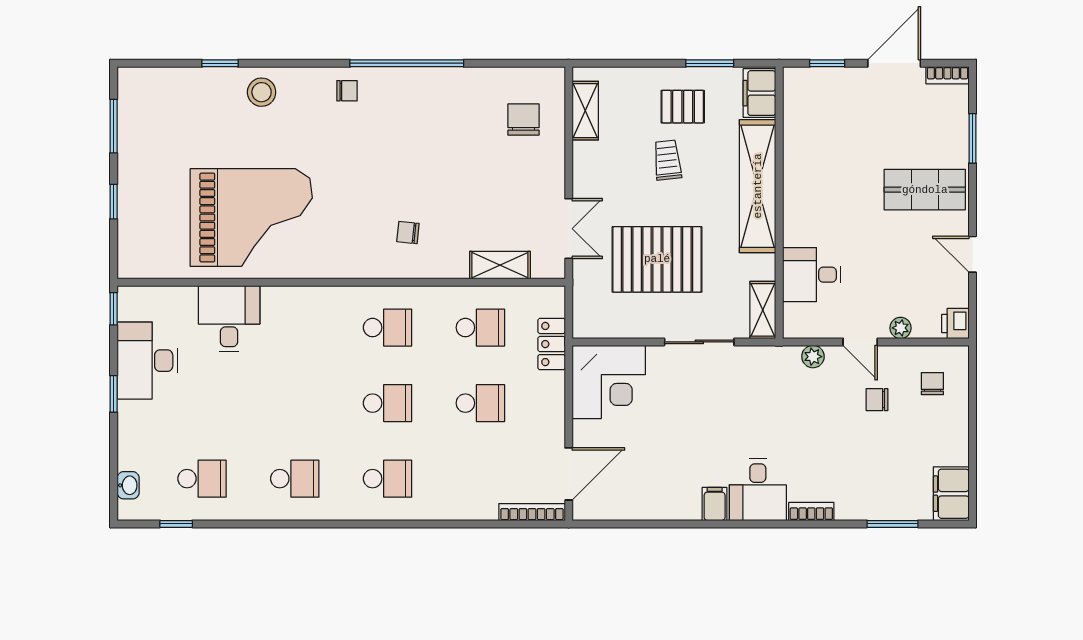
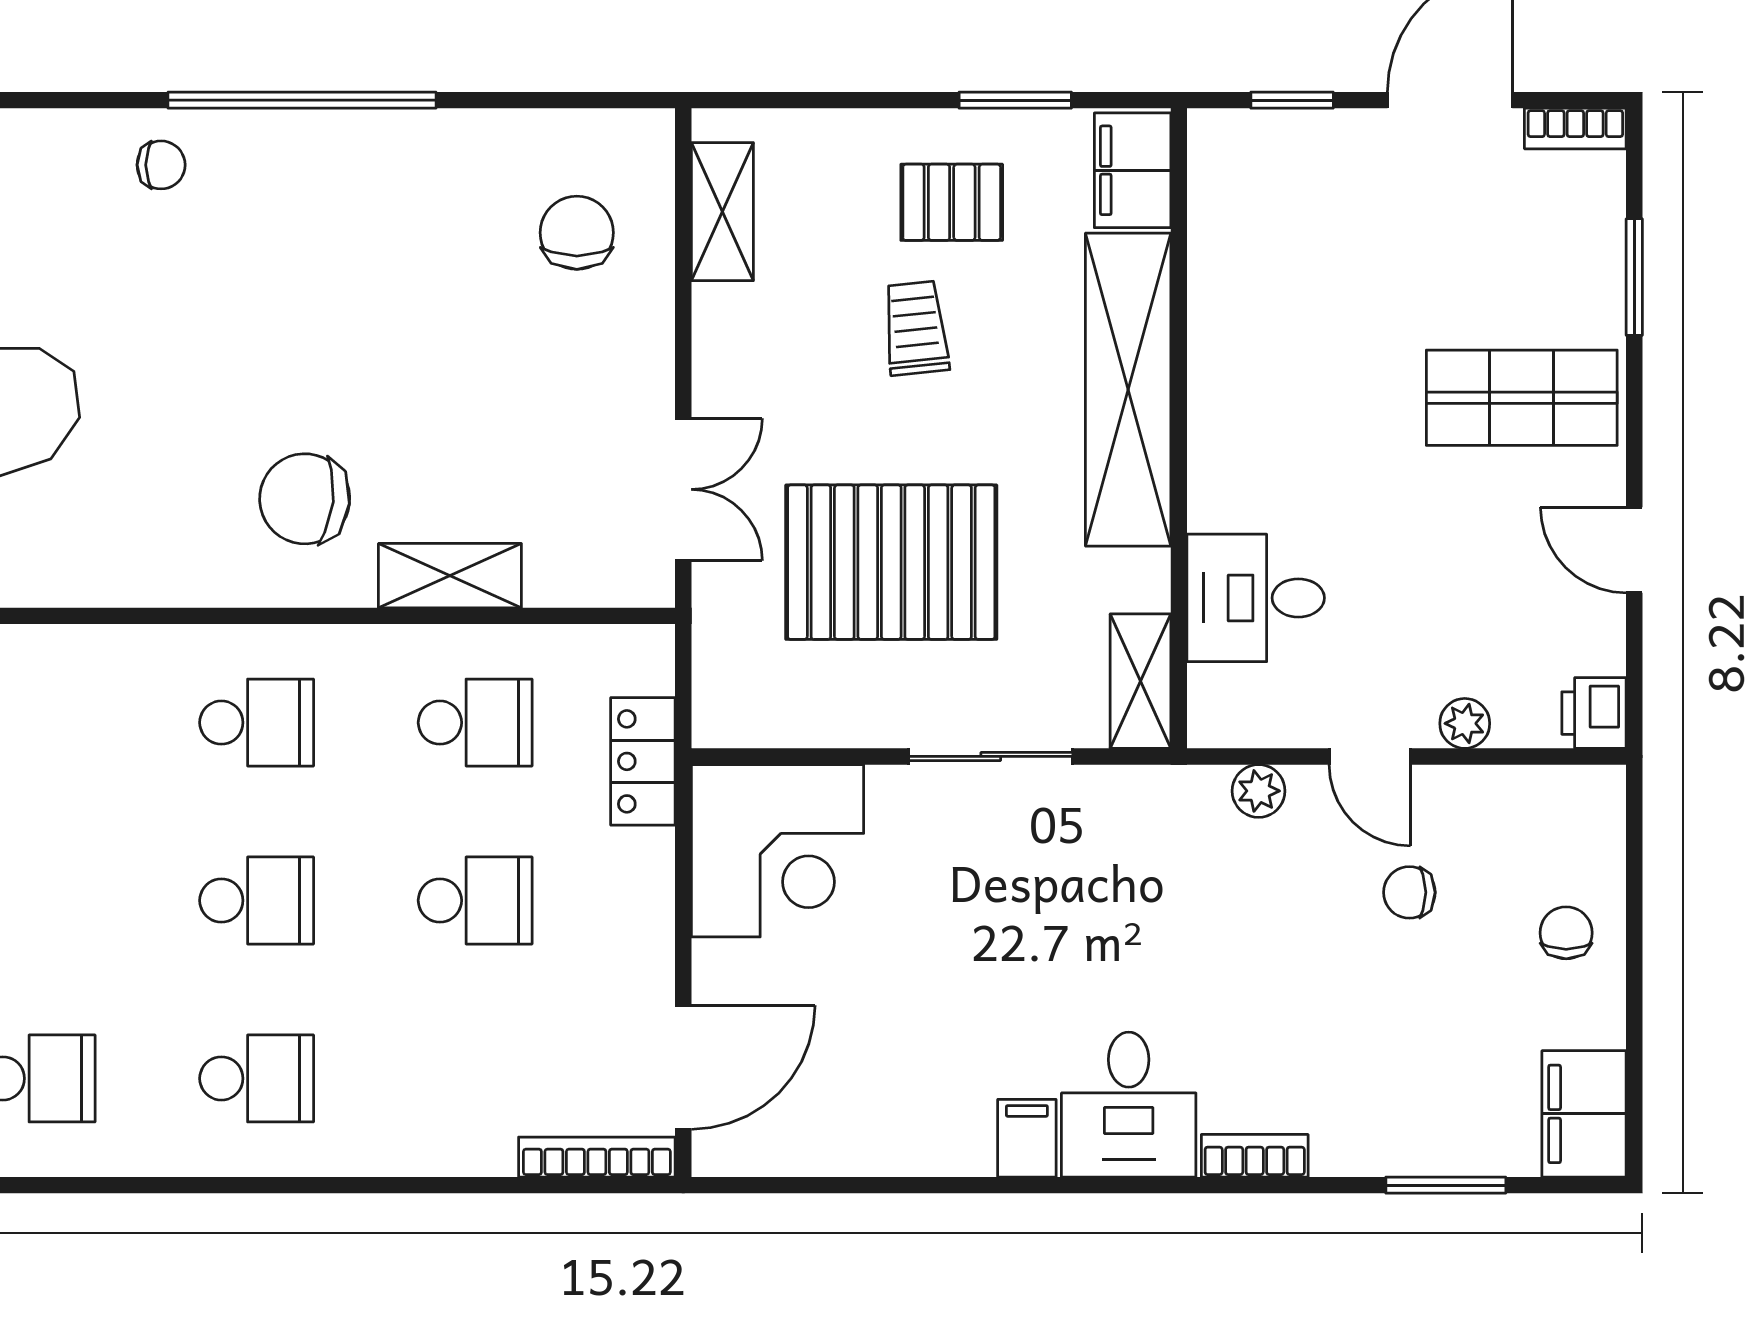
chair: (408, 233) -> (305, 499), width x1.87, depth x1.87
shelving: (500, 265) -> (450, 576), moved
chair: (932, 384) -> (1566, 933), moved

